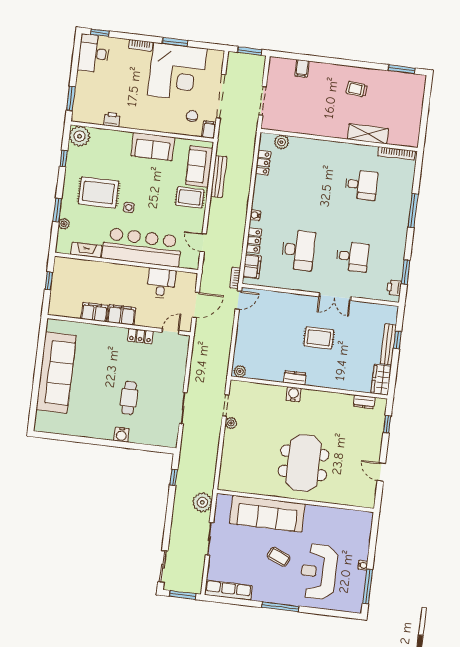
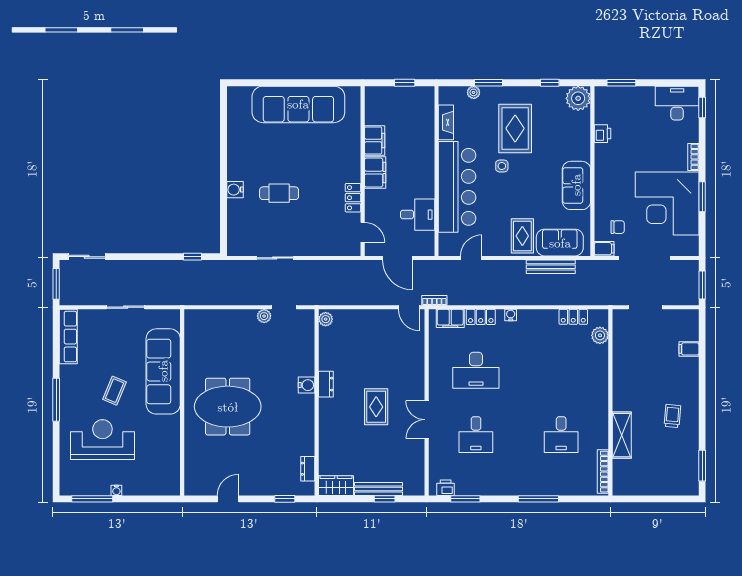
plant: (202, 502) -> (167, 294), removed

